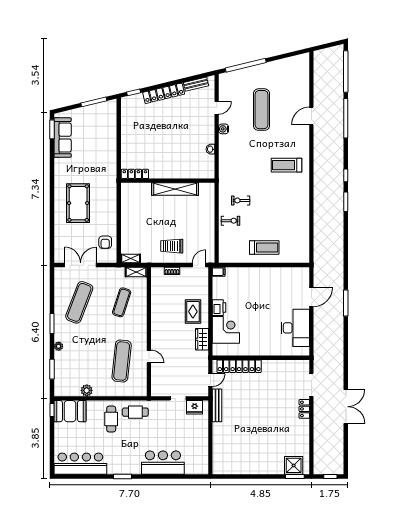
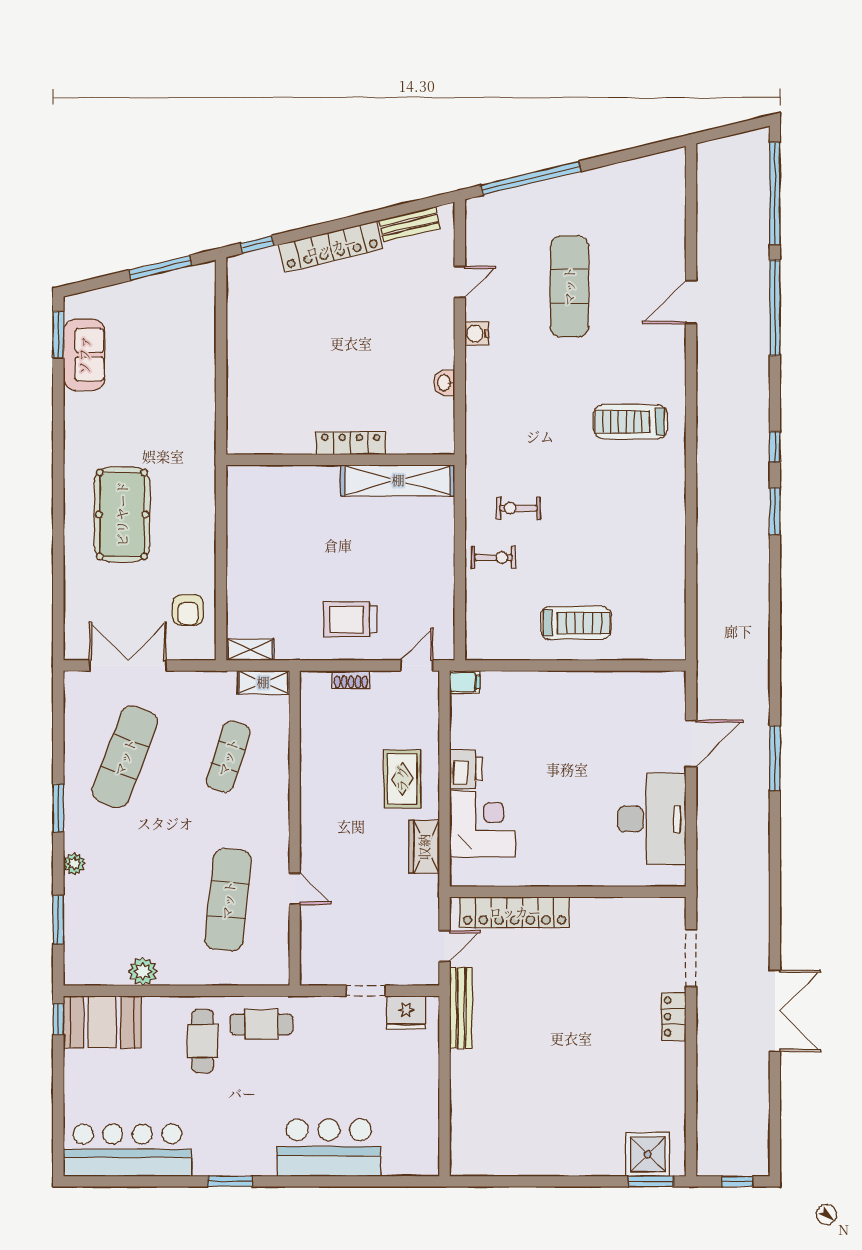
sofa: (63, 138) -> (84, 355), width x0.73
locker: (135, 174) -> (351, 443), moved
shelving: (175, 189) -> (398, 480), moved

